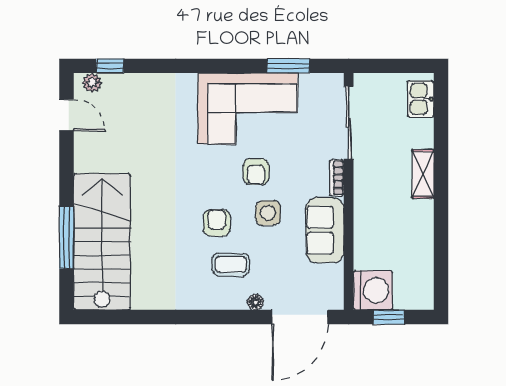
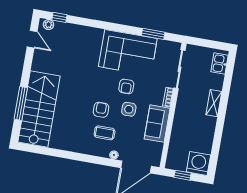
washing machine: (373, 290) -> (198, 163), moved, turned -90

